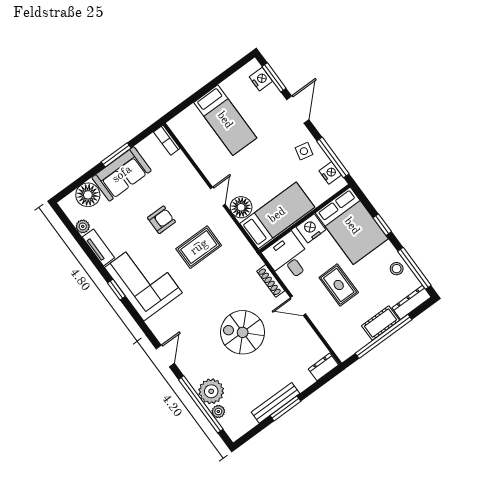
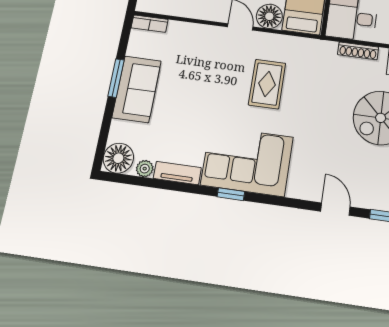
floor lamp: (88, 195) -> (118, 158), moved
armchair: (161, 220) -> (211, 93), removed

